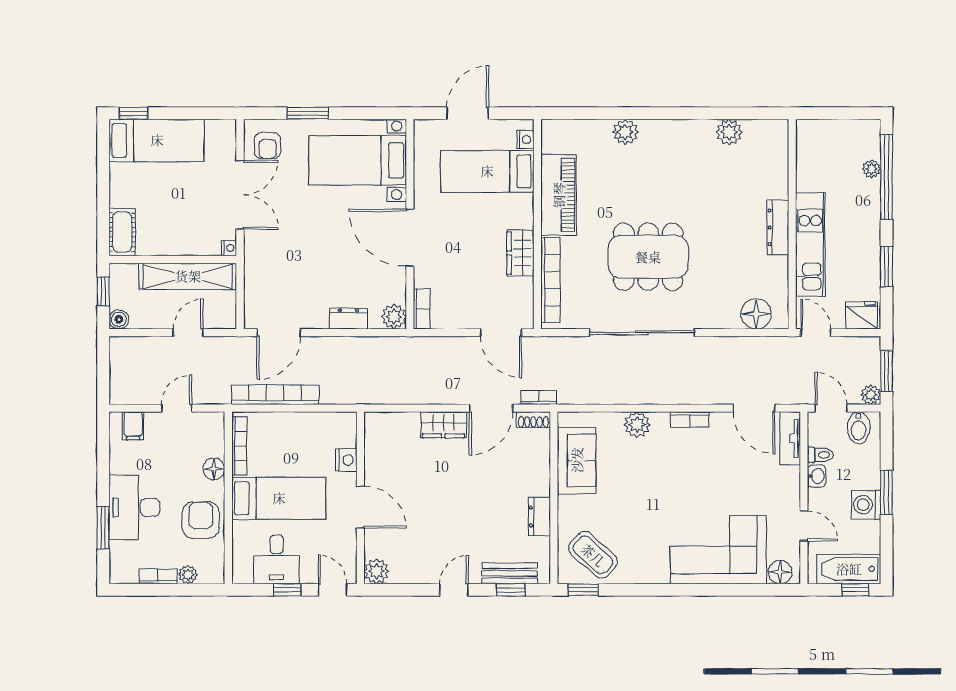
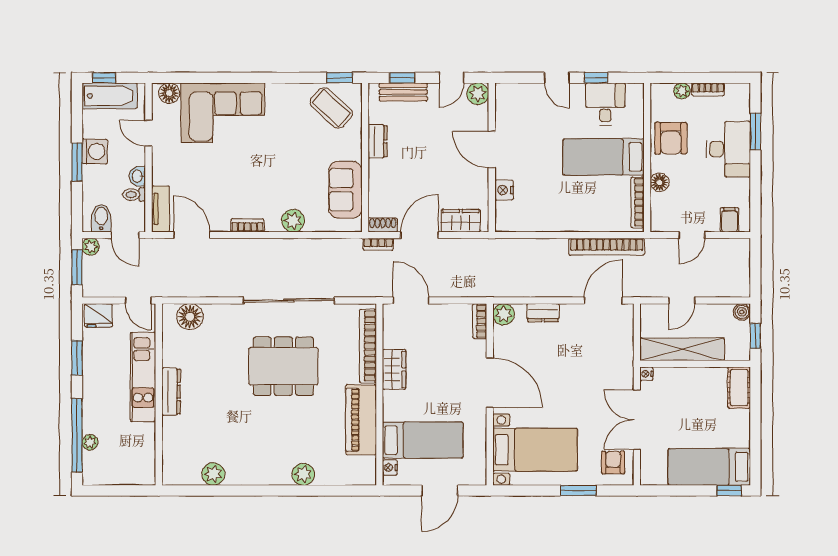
nightstand: (346, 460) -> (504, 190), moved
wall: (360, 498) -> (492, 157), moved
door: (360, 507) -> (492, 149), moved
plant: (377, 571) -> (478, 94), moved

